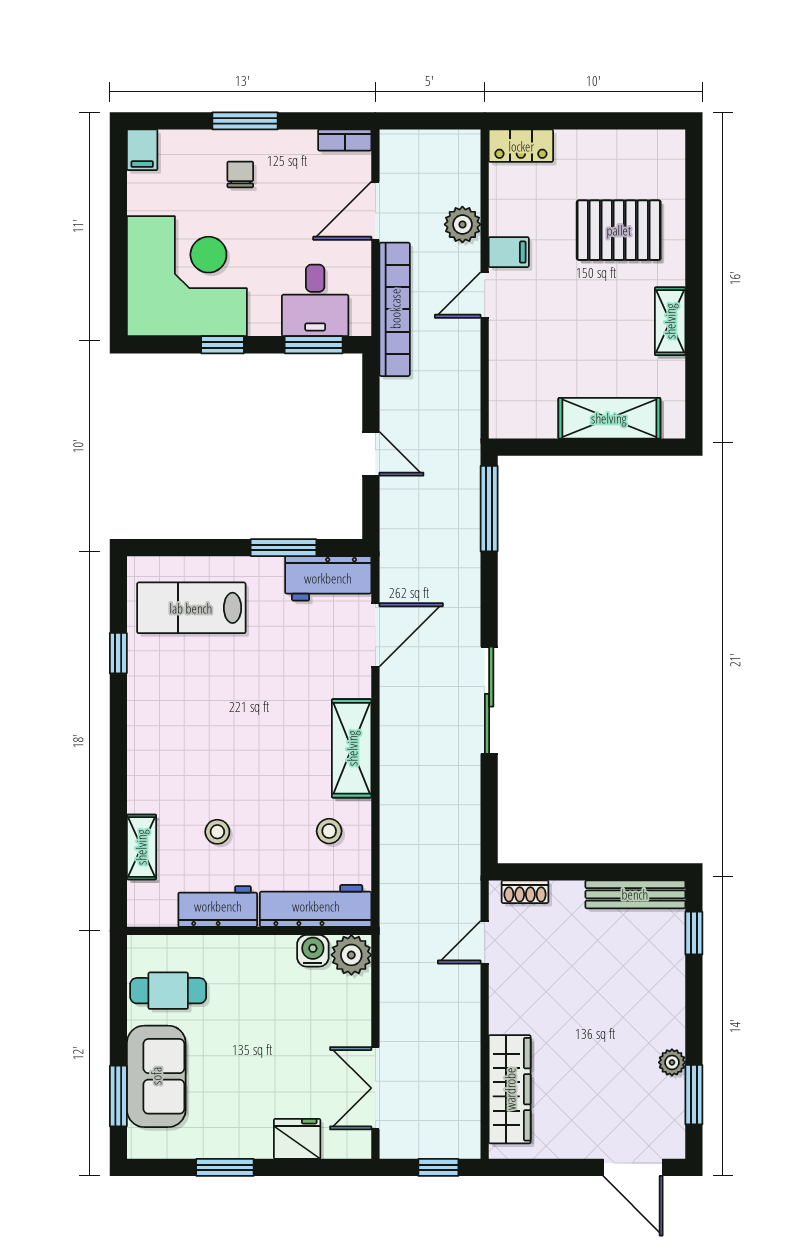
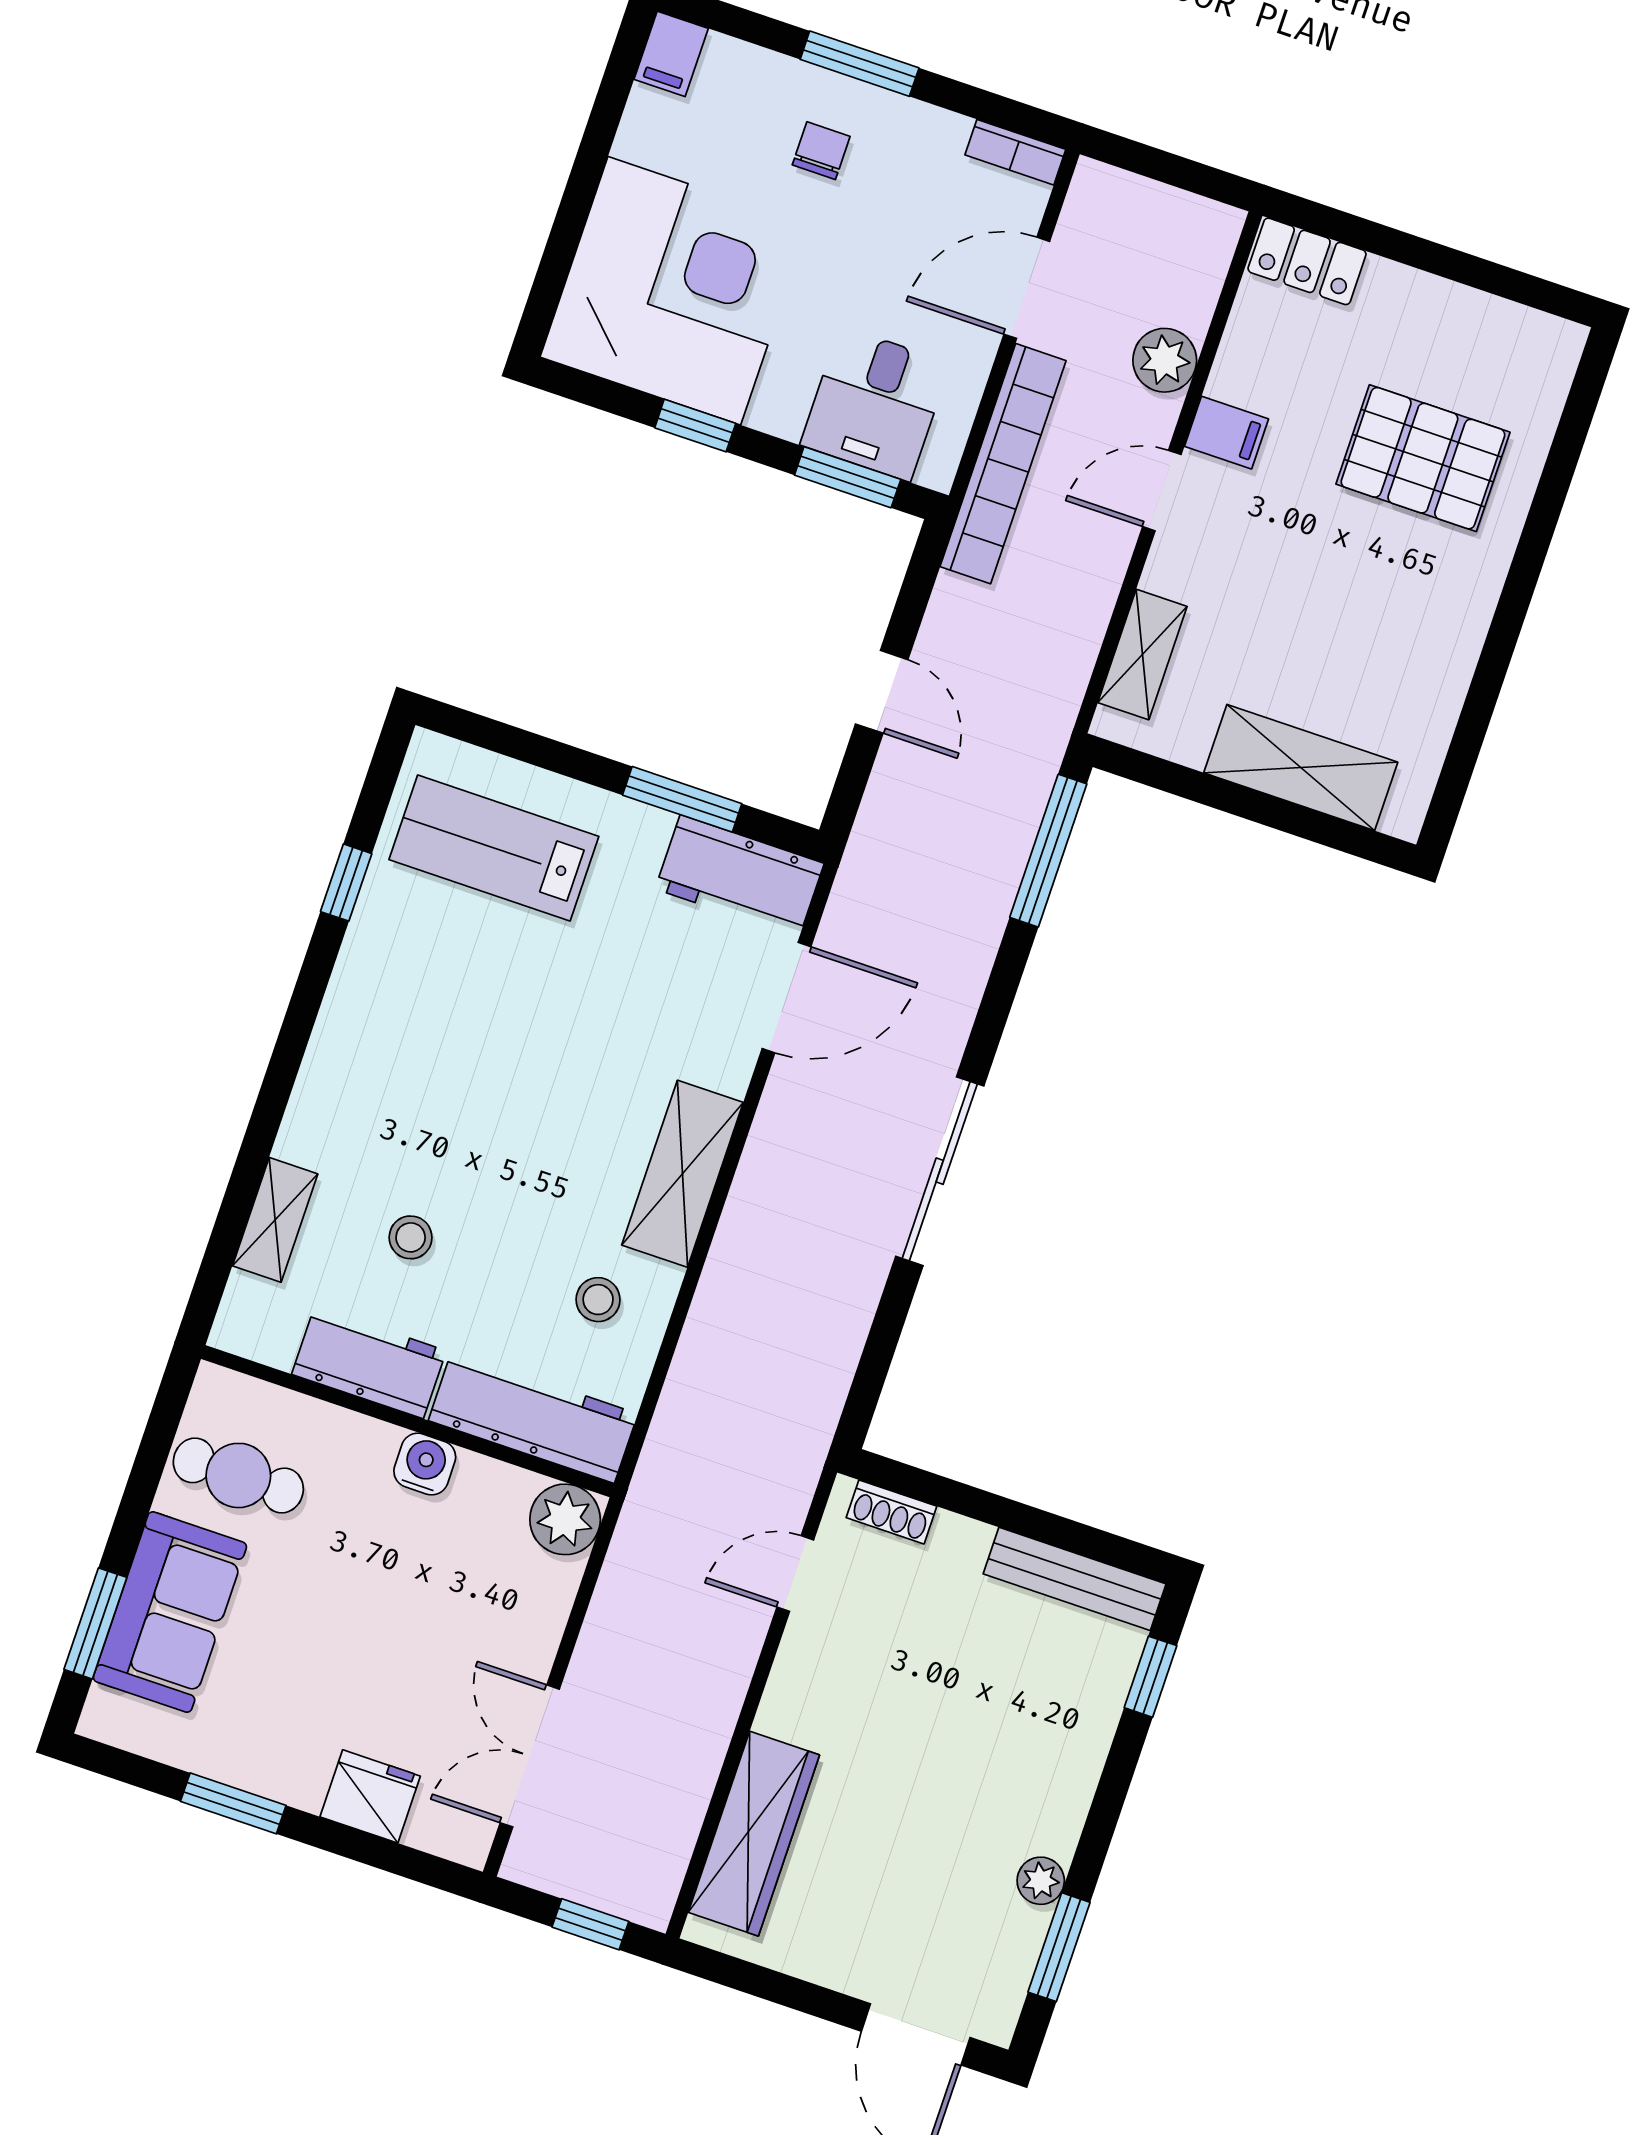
shelving: (670, 321) -> (1142, 655), moved
water cooler: (313, 951) -> (425, 1464), moved

